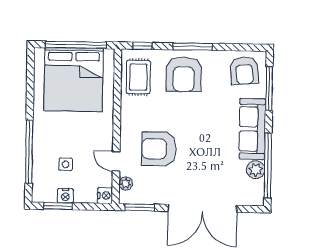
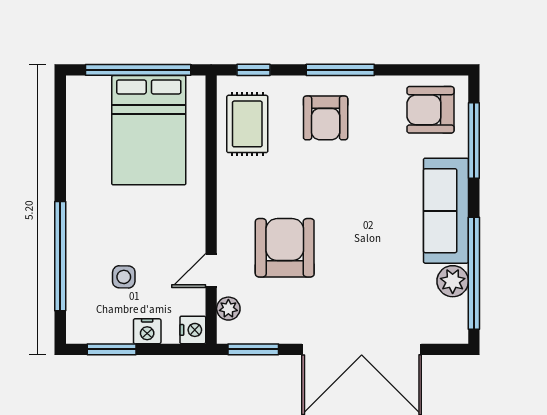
armchair: (244, 71) -> (430, 110), turned 95
armchair: (184, 74) -> (326, 118), width x0.73, depth x0.73
bed: (74, 80) -> (149, 130), width x0.73
armchair: (159, 149) -> (285, 248), turned 90
door: (116, 161) -> (211, 270), hinge flipped
nightstand: (65, 196) -> (147, 331), moved

